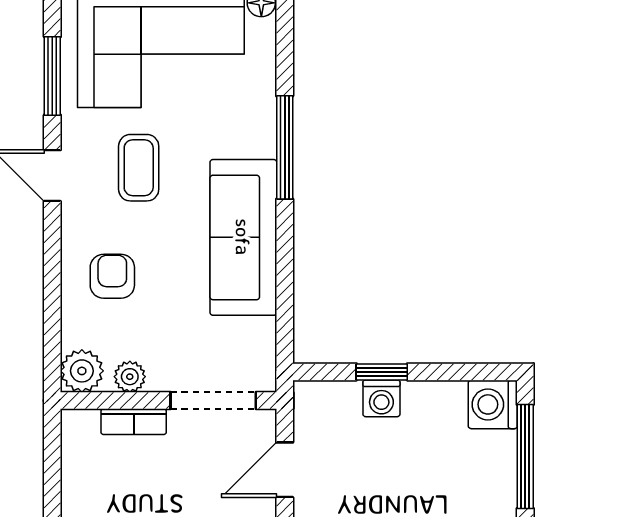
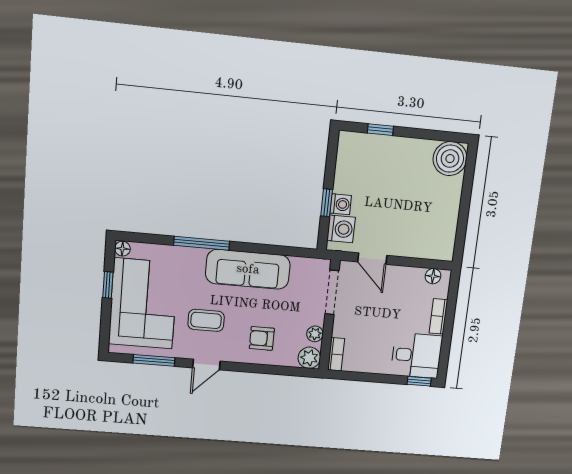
washing machine: (493, 404) -> (341, 229), moved, turned -90
bookcase: (134, 422) -> (336, 354), moved
window: (525, 457) -> (380, 130), width x0.46

